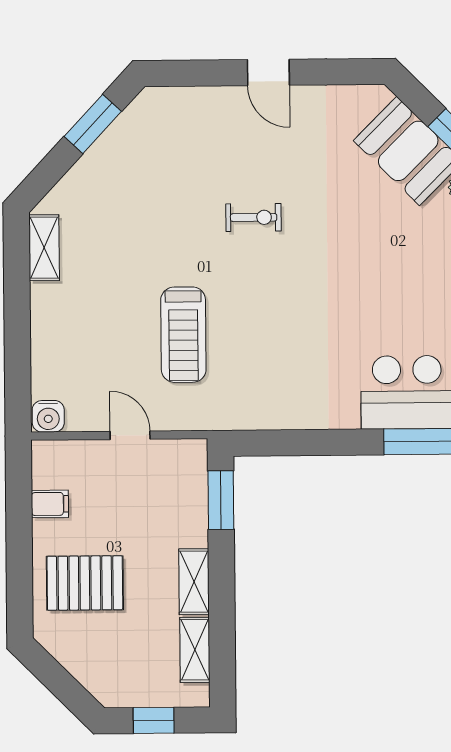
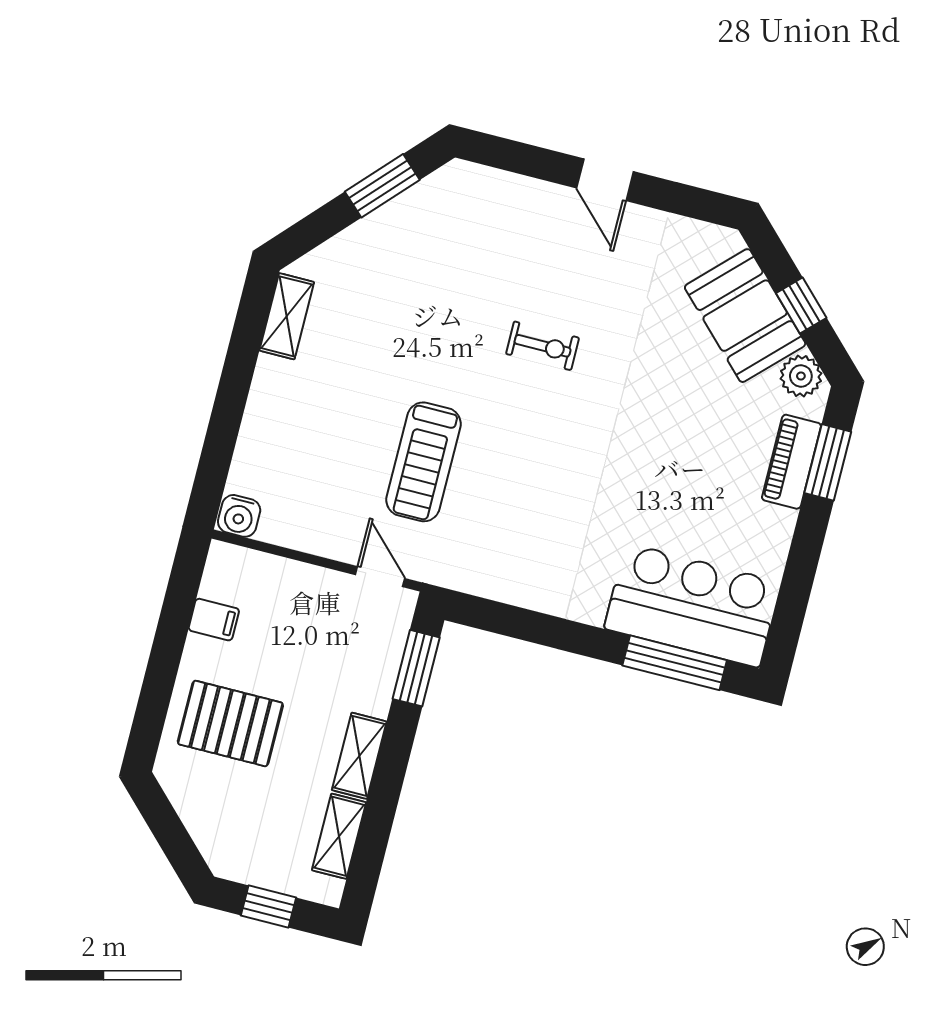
door: (130, 435) -> (380, 577), moved

